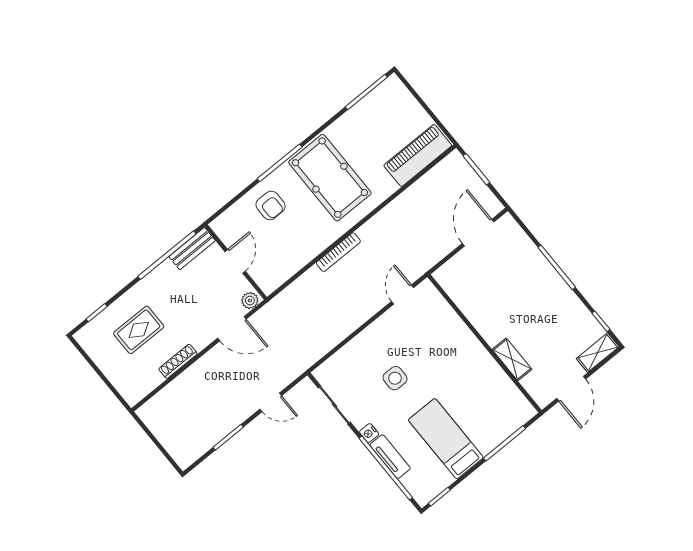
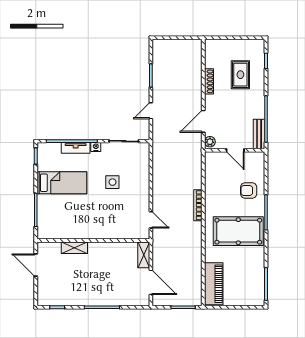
shelving: (598, 353) -> (144, 255), moved

